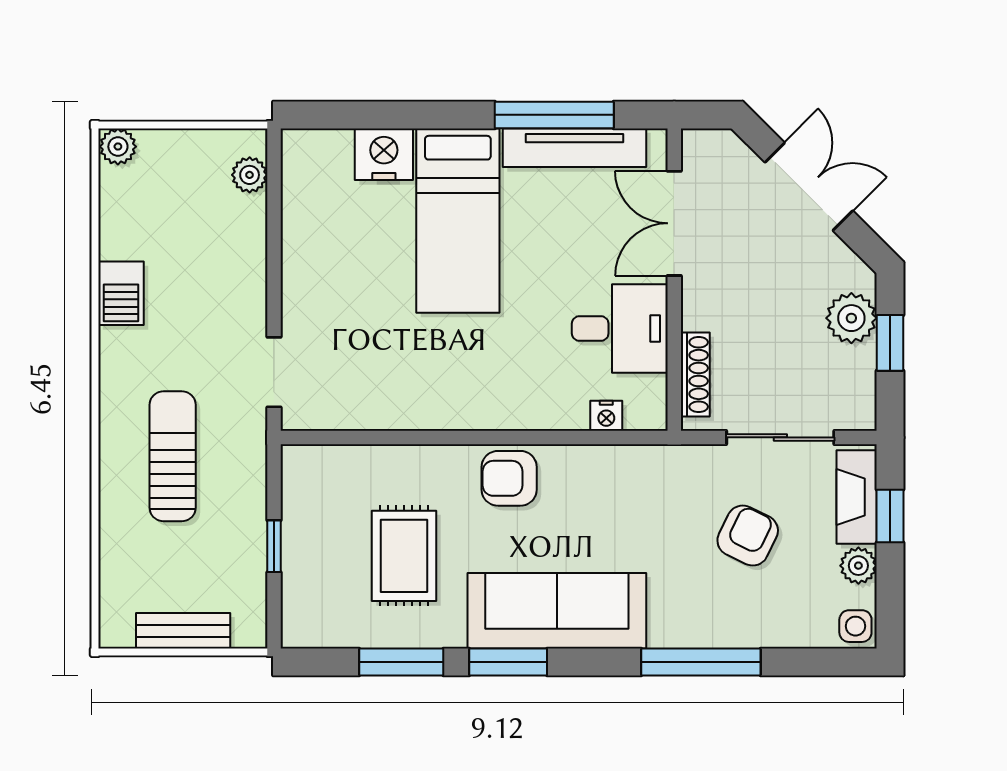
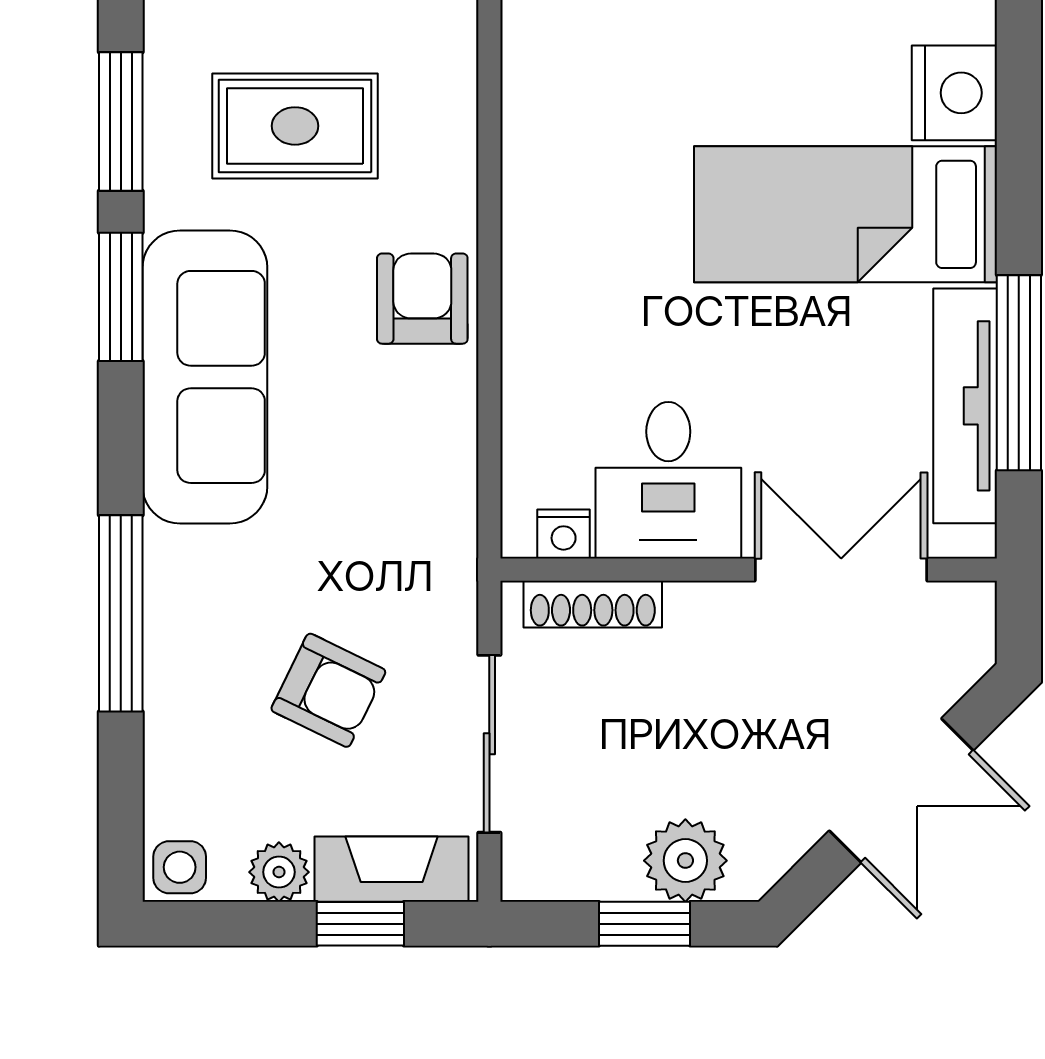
nightstand: (606, 416) -> (564, 534), moved, turned -90

